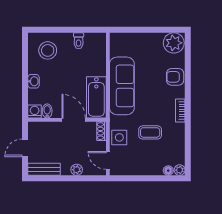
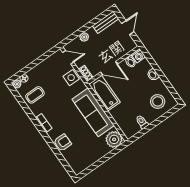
plant: (174, 43) -> (114, 139), moved
coffee table: (150, 132) -> (35, 95), moved

